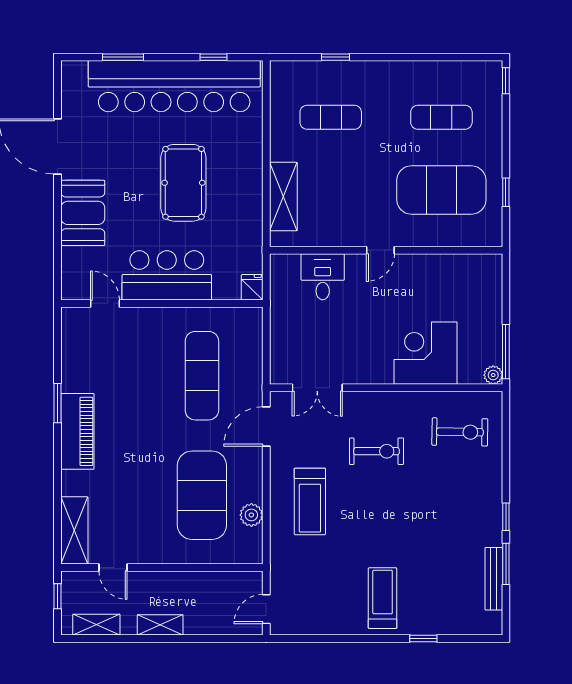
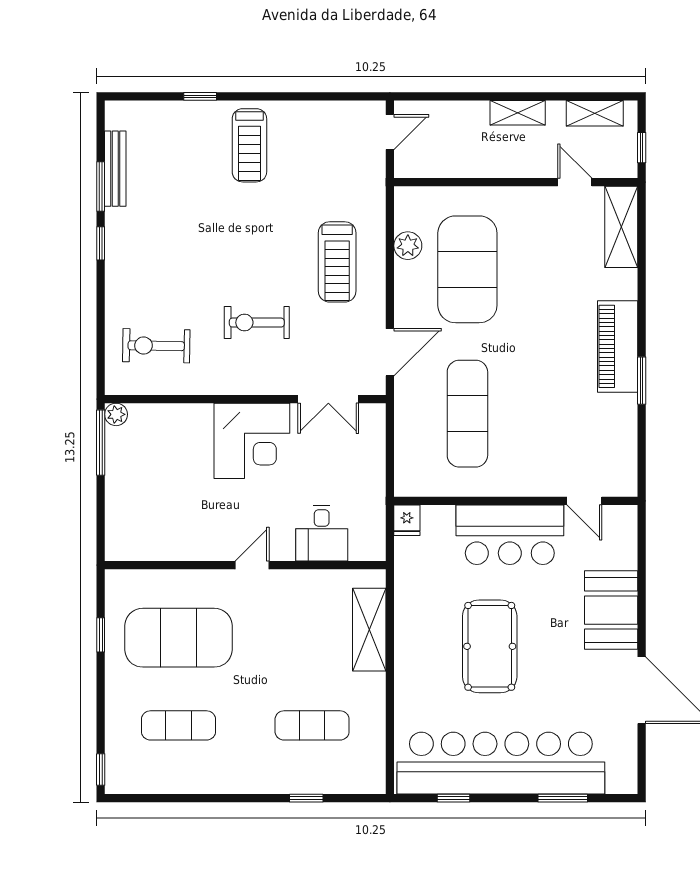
corner desk: (425, 353) -> (252, 441), moved
double door: (317, 388) -> (328, 399), swing flipped
treadmill: (310, 501) -> (337, 262), turned 180

